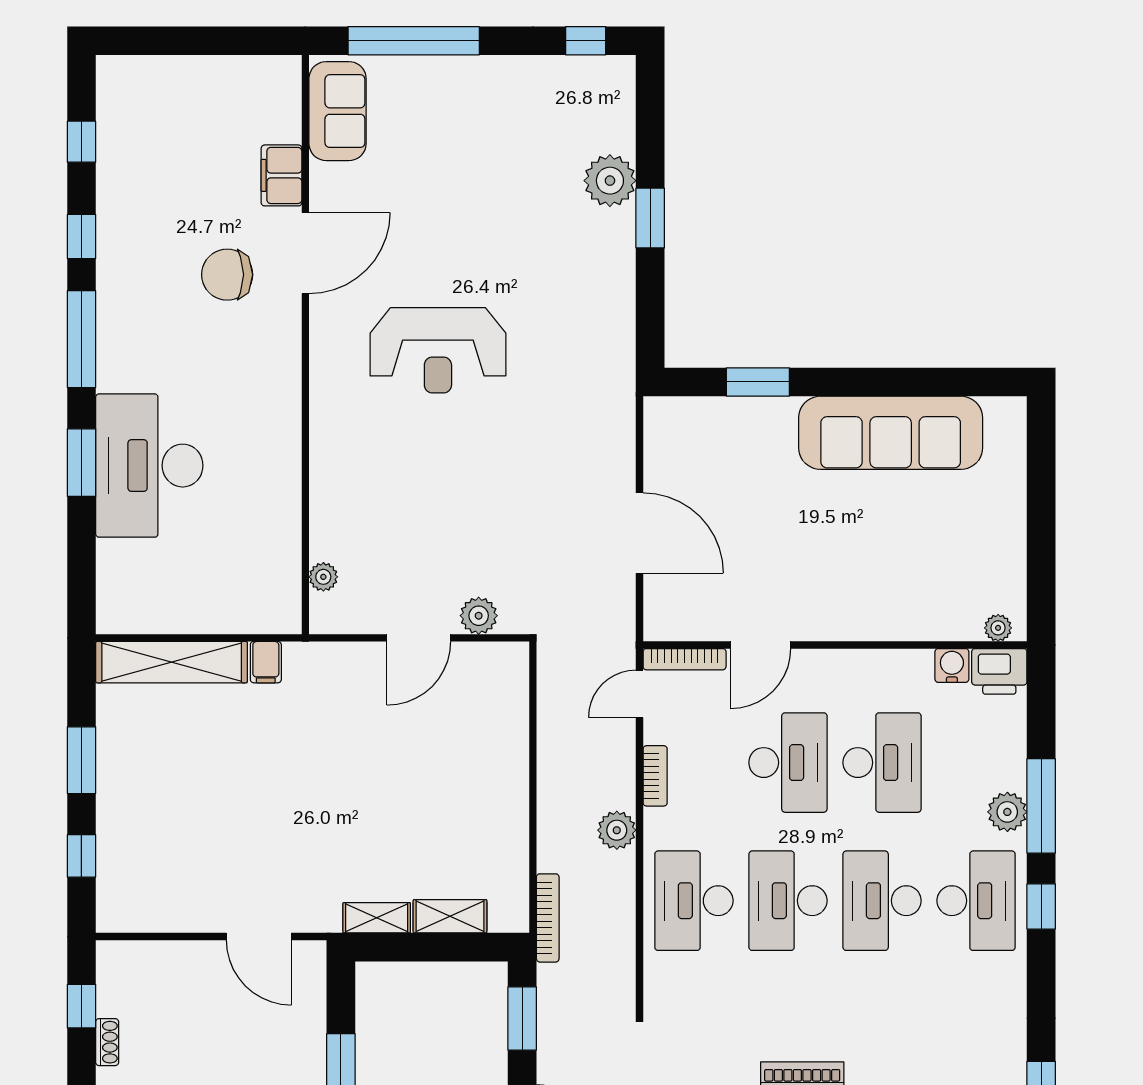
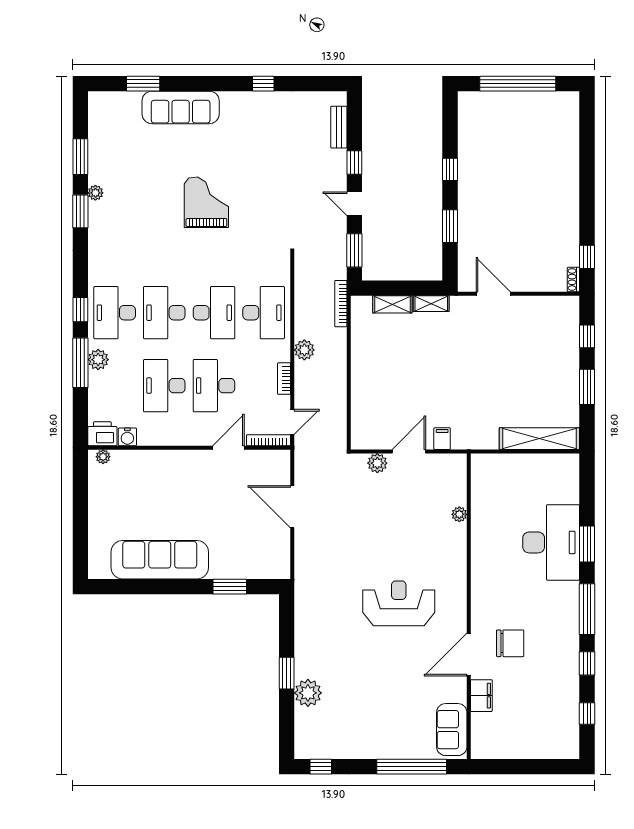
plant: (323, 577) -> (459, 514), moved
filing cabinet: (266, 662) -> (442, 439), moved
desk: (882, 901) -> (164, 313), turned 180
shoe rack: (107, 1042) -> (573, 279), moved

